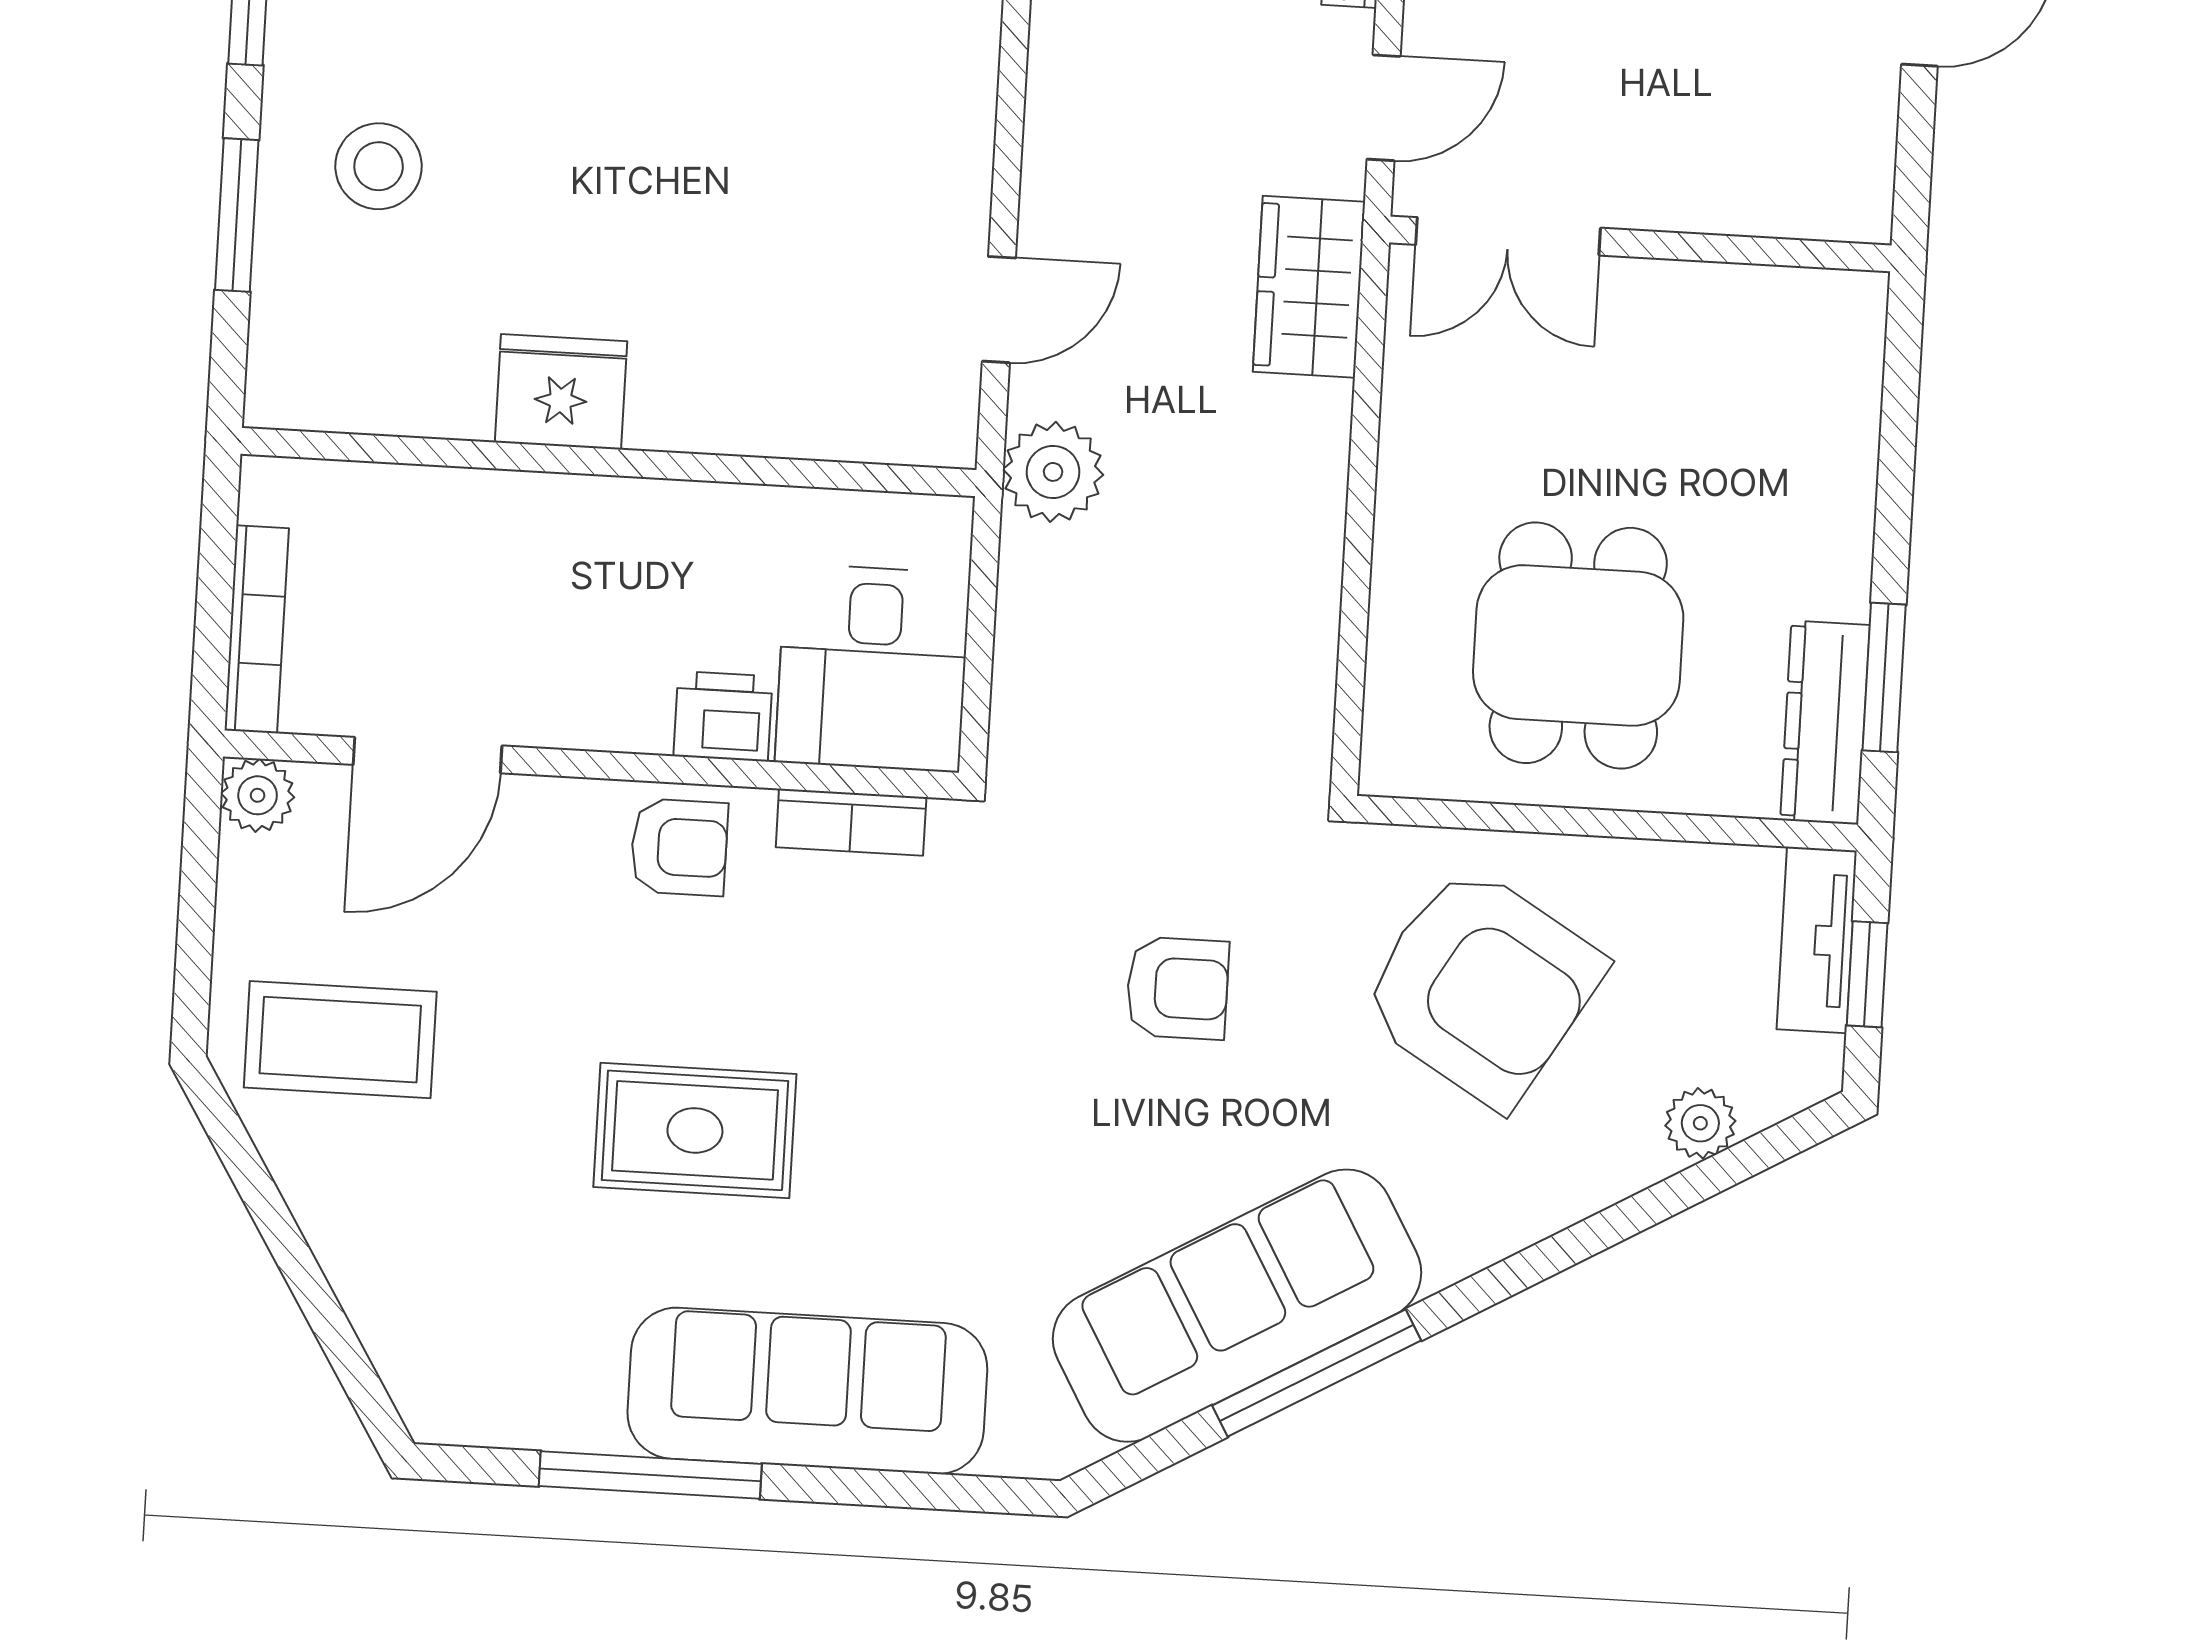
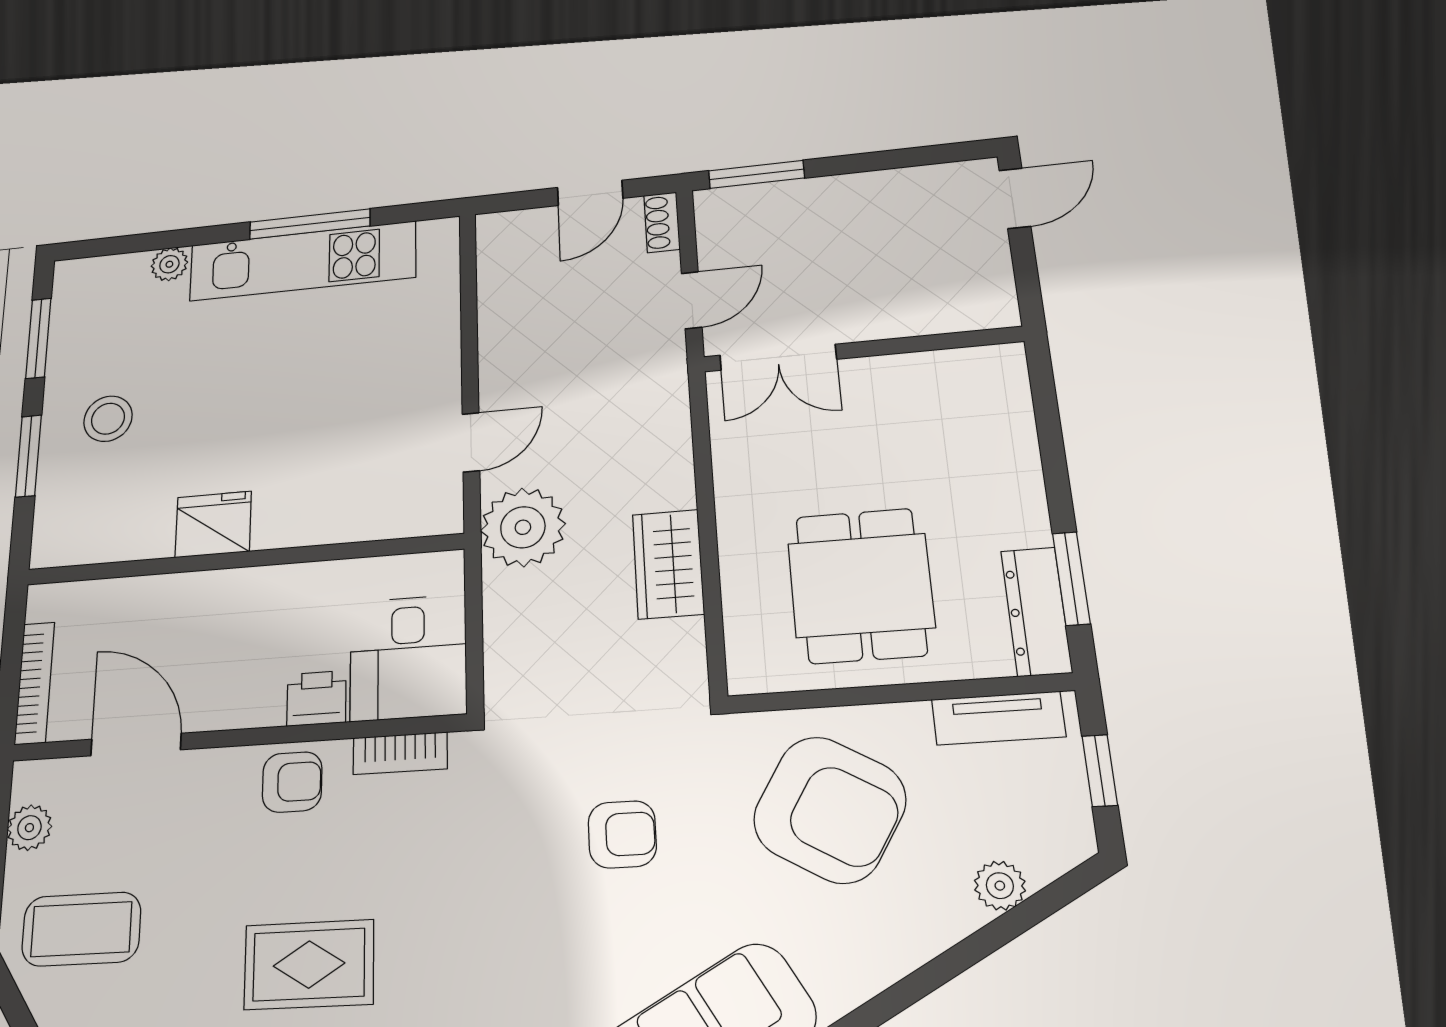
wardrobe: (1309, 287) -> (668, 564), moved
plant: (1053, 472) -> (523, 527), width x1.36, depth x1.36
door: (428, 755) -> (136, 745), swing flipped
plant: (258, 795) -> (29, 828), moved
tv unit: (1817, 940) -> (998, 718), moved, turned -90

